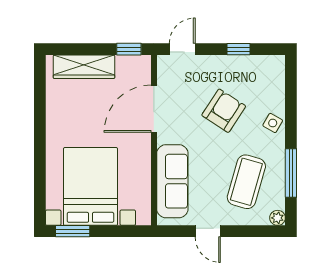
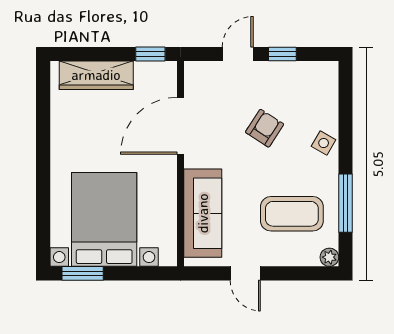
door: (182, 49) -> (238, 54), moved
armchair: (224, 111) -> (265, 128), width x0.72, depth x0.72
coffee table: (246, 182) -> (292, 214), turned 74

